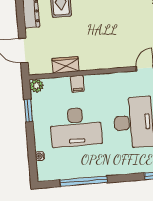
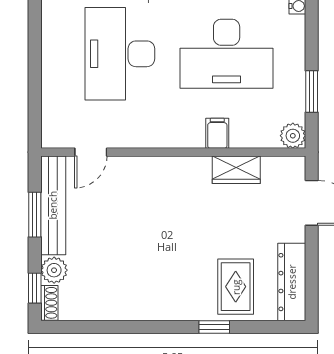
desk: (76, 127) -> (227, 54), turned 180

